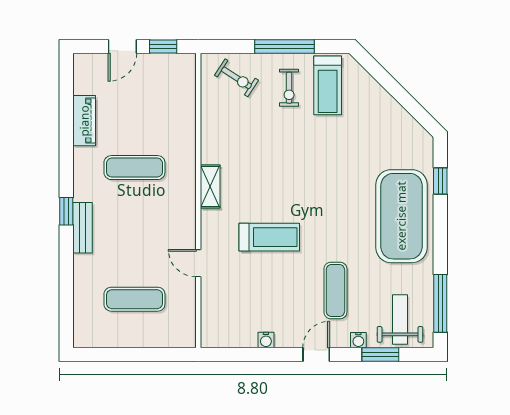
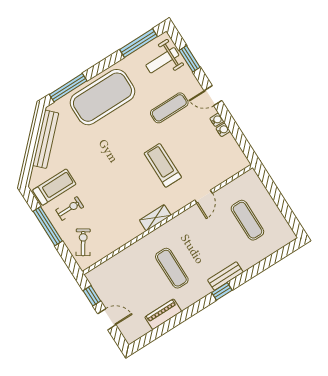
bench: (394, 112) -> (46, 139), added
window: (440, 181) -> (68, 88), width x2.17
water cooler: (358, 340) -> (217, 120), moved

